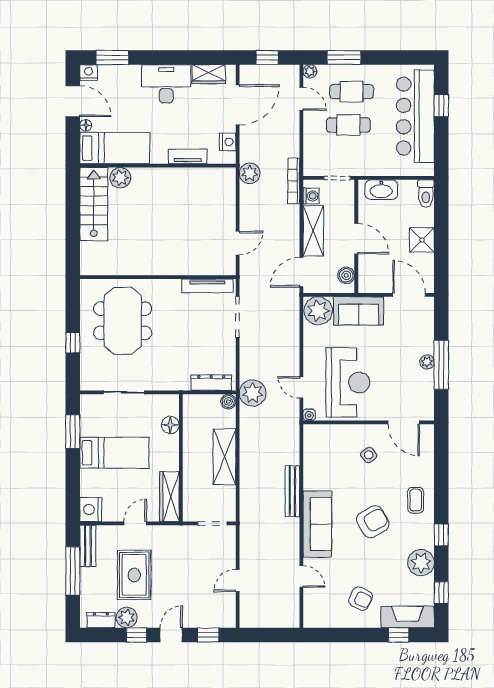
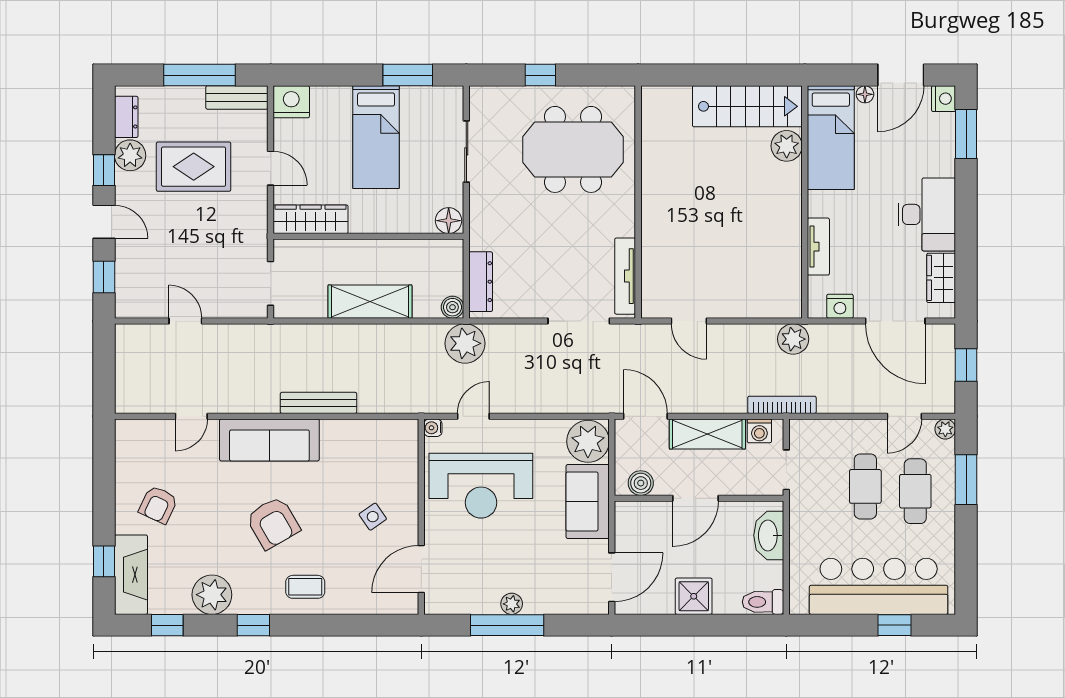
floor lamp: (170, 425) -> (449, 221), moved

